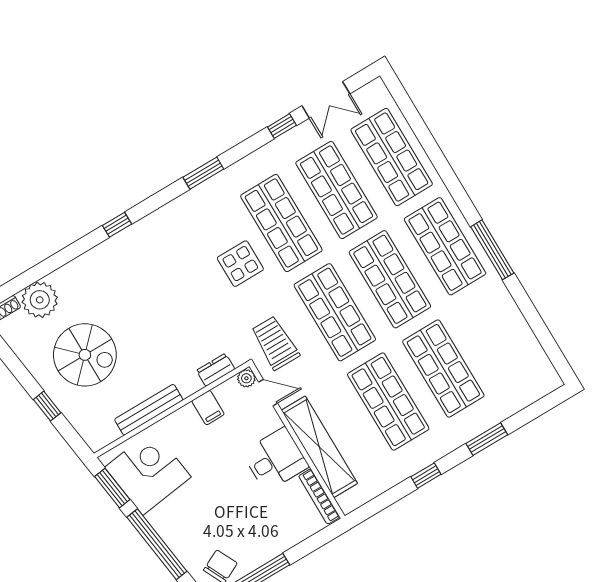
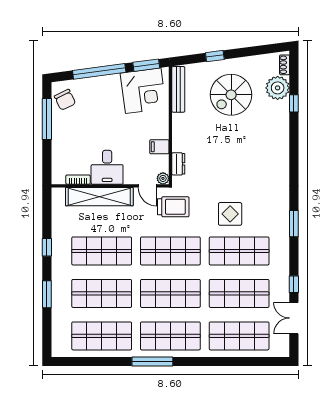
window: (117, 225) -> (294, 103), moved
shop shelf: (498, 336) -> (102, 336), added
door: (268, 393) -> (148, 186), hinge flipped
bench: (149, 410) -> (178, 89), moved
bookcase: (319, 497) -> (78, 180), width x0.64

